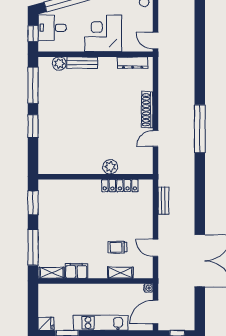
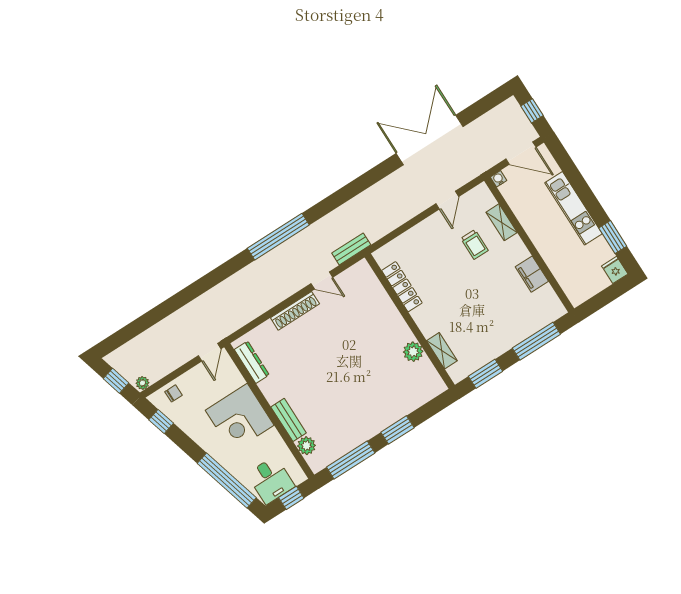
plant: (110, 167) -> (413, 352), moved
bench: (163, 201) -> (351, 249), moved
shelving: (52, 273) -> (442, 351), moved

